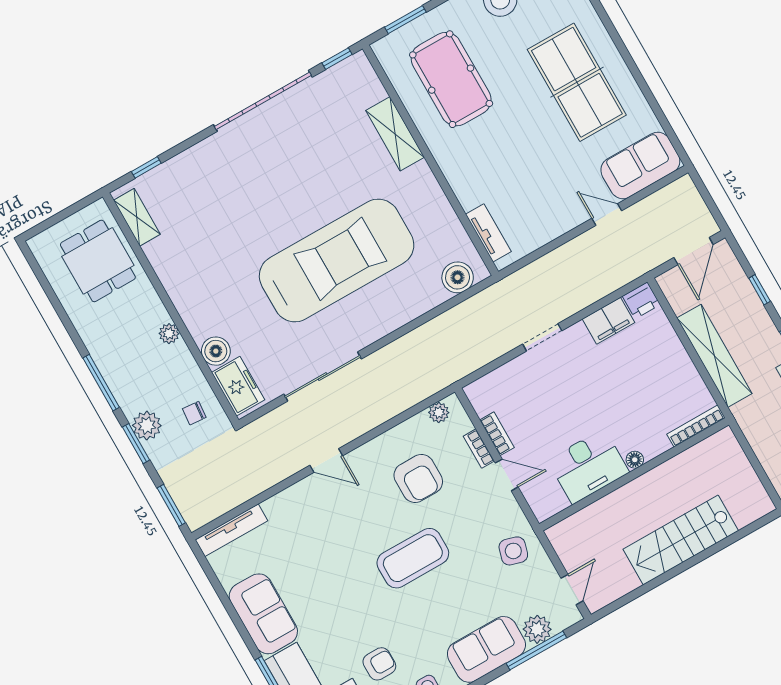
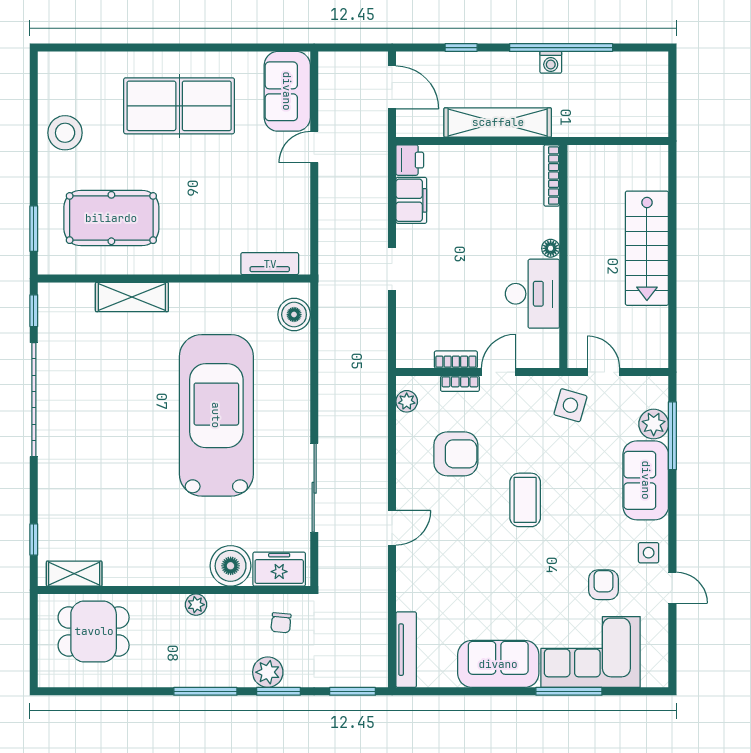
boiler: (216, 351) -> (231, 566), width x1.37, depth x1.37
coffee table: (413, 558) -> (525, 500), width x0.73, depth x0.76
door: (572, 590) -> (604, 372), moved

